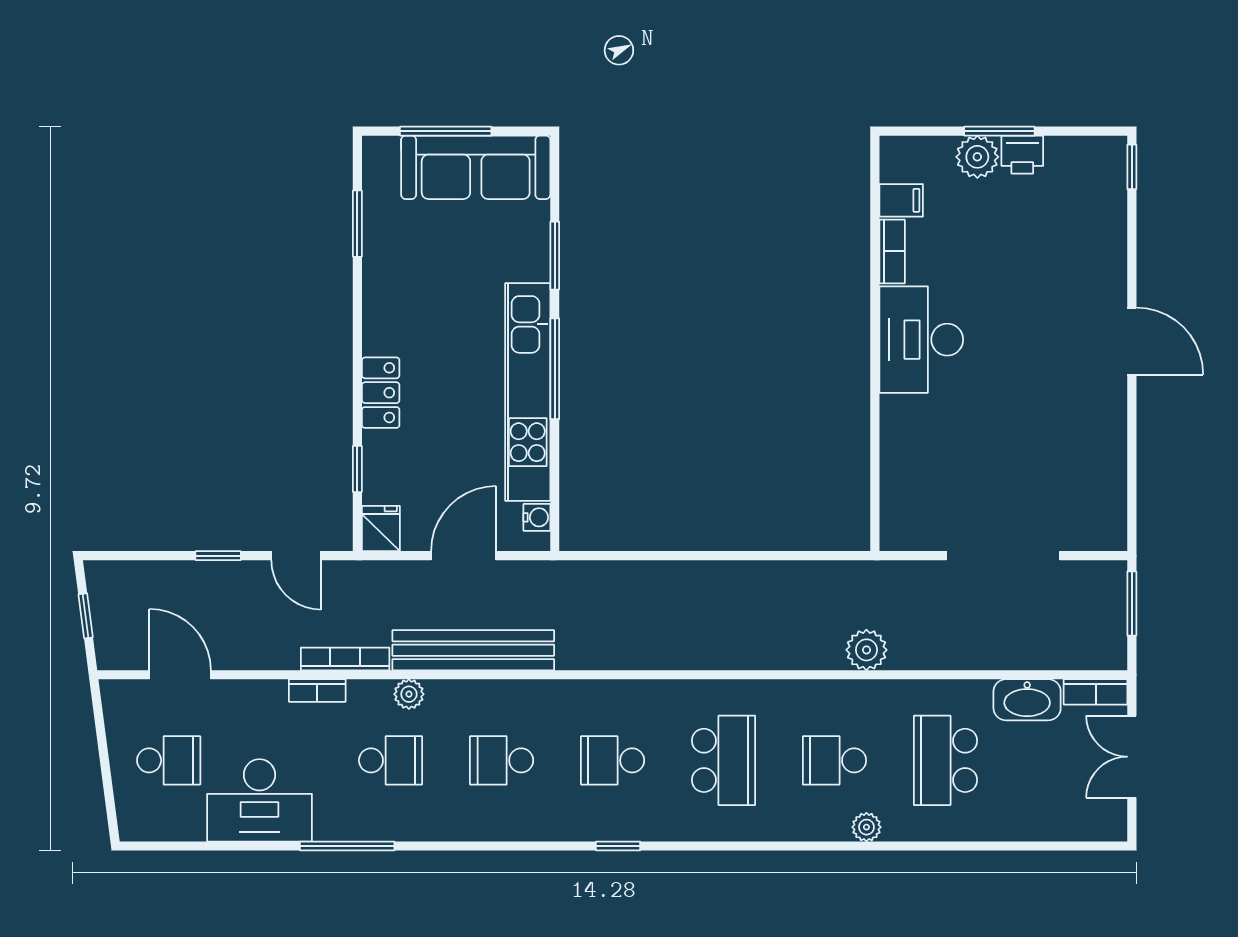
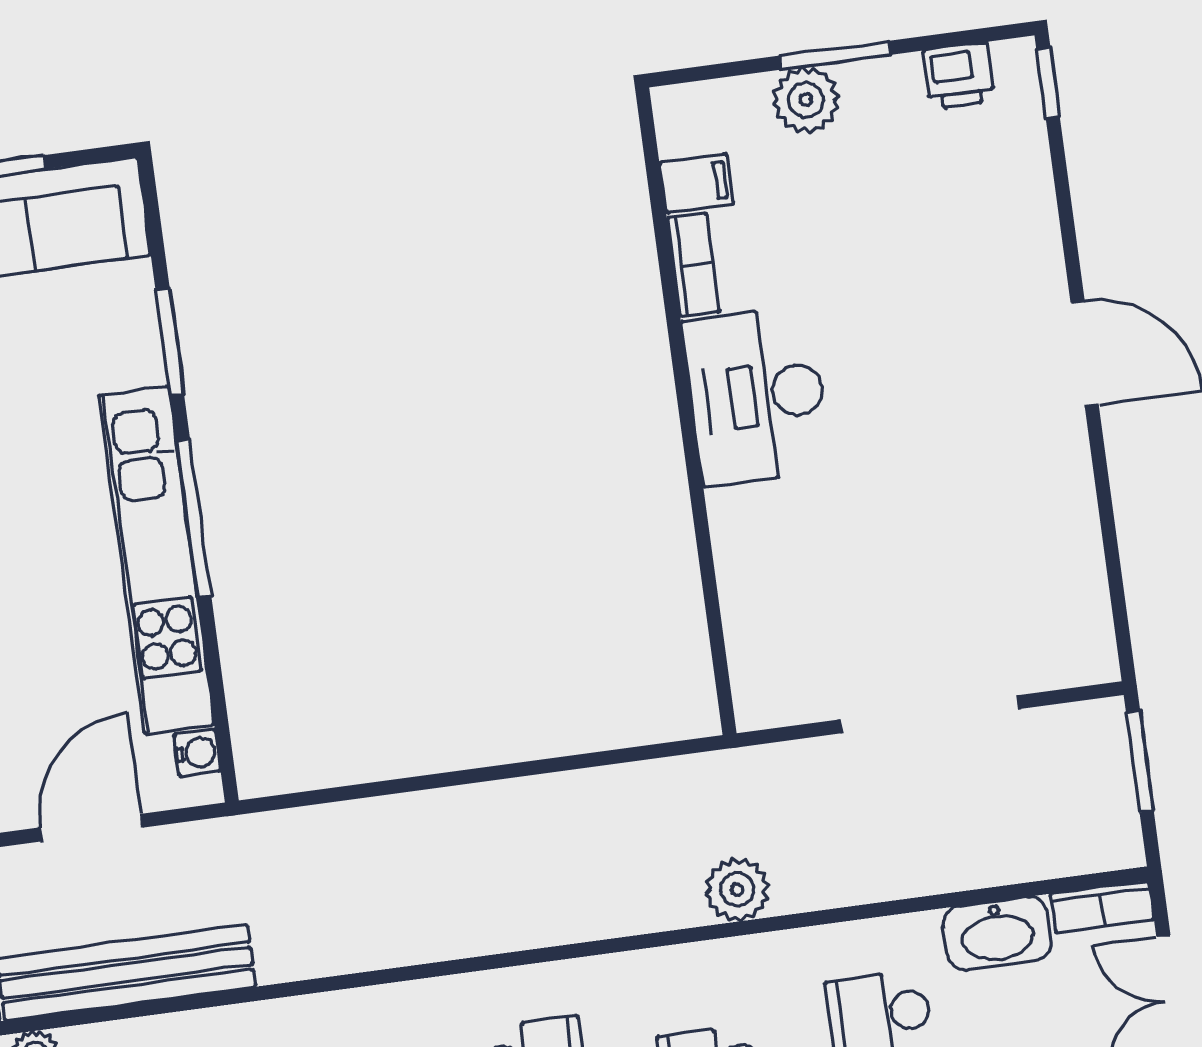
printer: (1022, 155) -> (959, 76), moved

